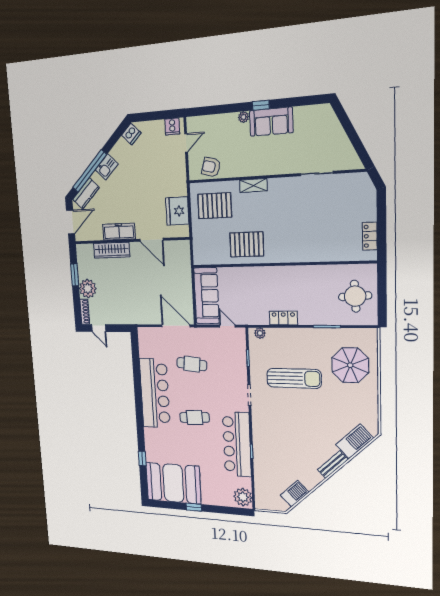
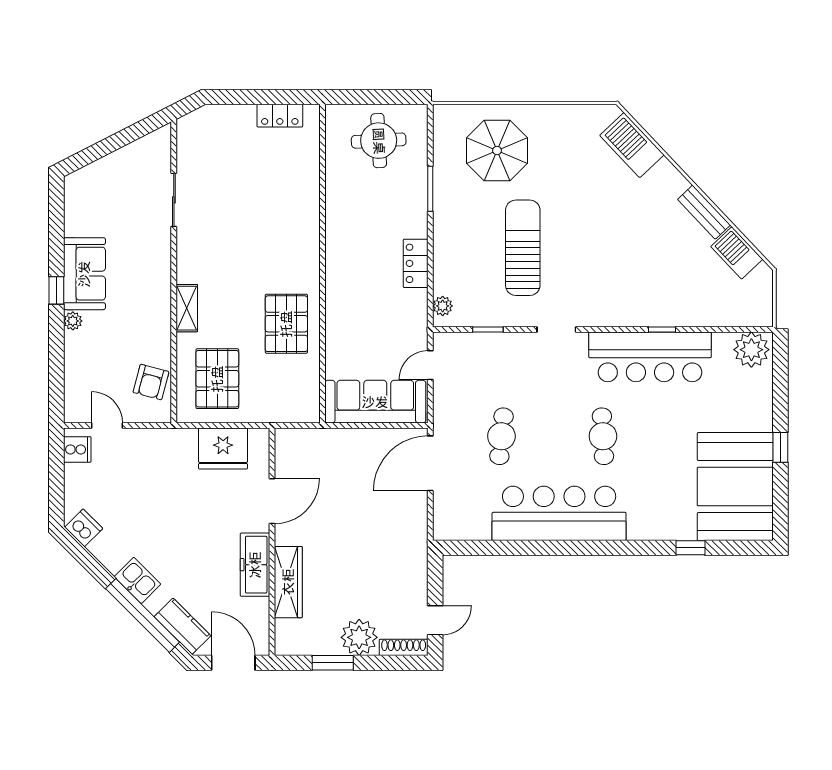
bench: (333, 465) -> (704, 212), moved

